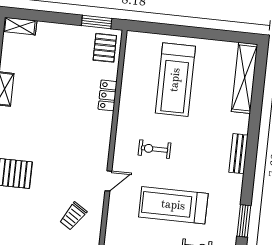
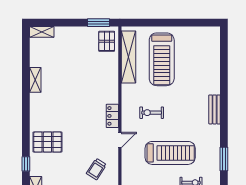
shelving: (245, 78) -> (129, 57), moved
locker: (108, 95) -> (112, 116), moved
treadmill: (173, 205) -> (170, 153), turned 180

